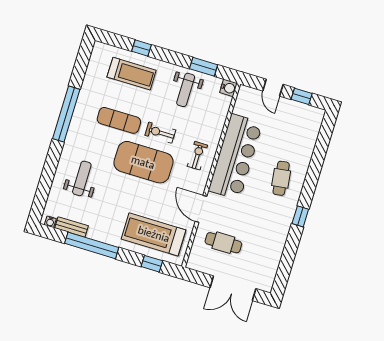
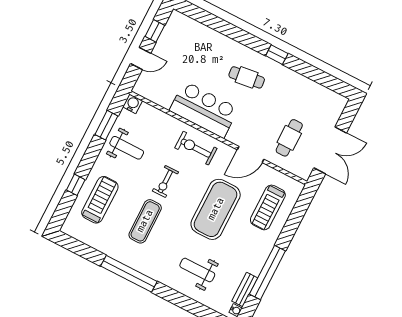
exercise bike: (197, 156) -> (196, 148), width x1.38, depth x1.39
bar counter: (235, 157) -> (204, 110), width x0.73
exercise mat: (143, 162) -> (216, 209), moved
cafe table: (281, 178) -> (247, 77), moved
treadmill: (154, 234) -> (268, 207), width x0.73, depth x0.73
window: (152, 264) -> (297, 215), removed
double door: (233, 288) -> (330, 150), moved

